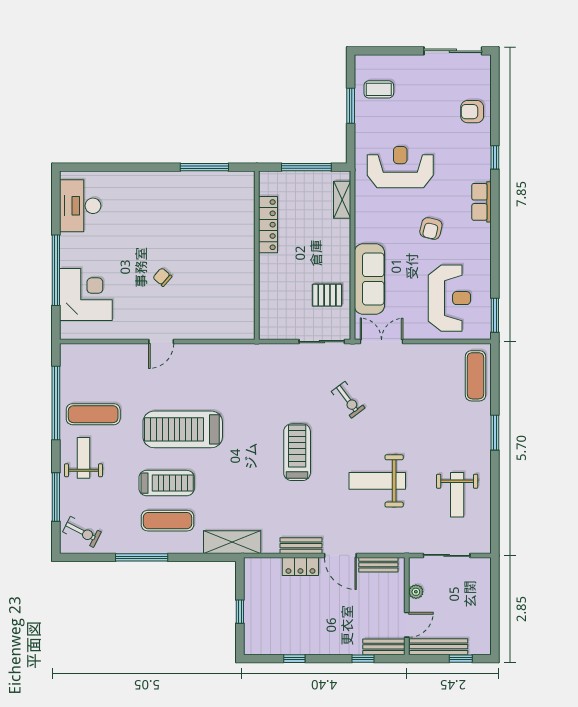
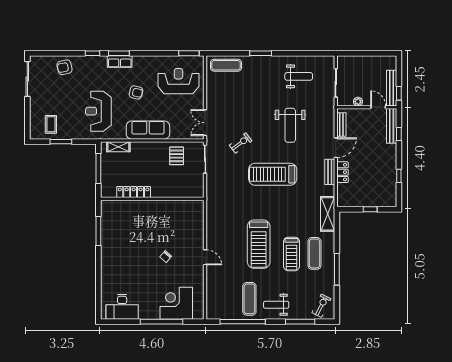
armchair: (472, 112) -> (65, 67), turned 78
window: (495, 201) -> (119, 53), added
sofa: (369, 279) -> (148, 130), moved
treadmill: (297, 452) -> (273, 174), width x1.37, depth x1.38
treadmill: (167, 483) -> (291, 254), turned 180
bench: (384, 647) -> (392, 126), width x1.36
window: (461, 659) -> (399, 93), moved

